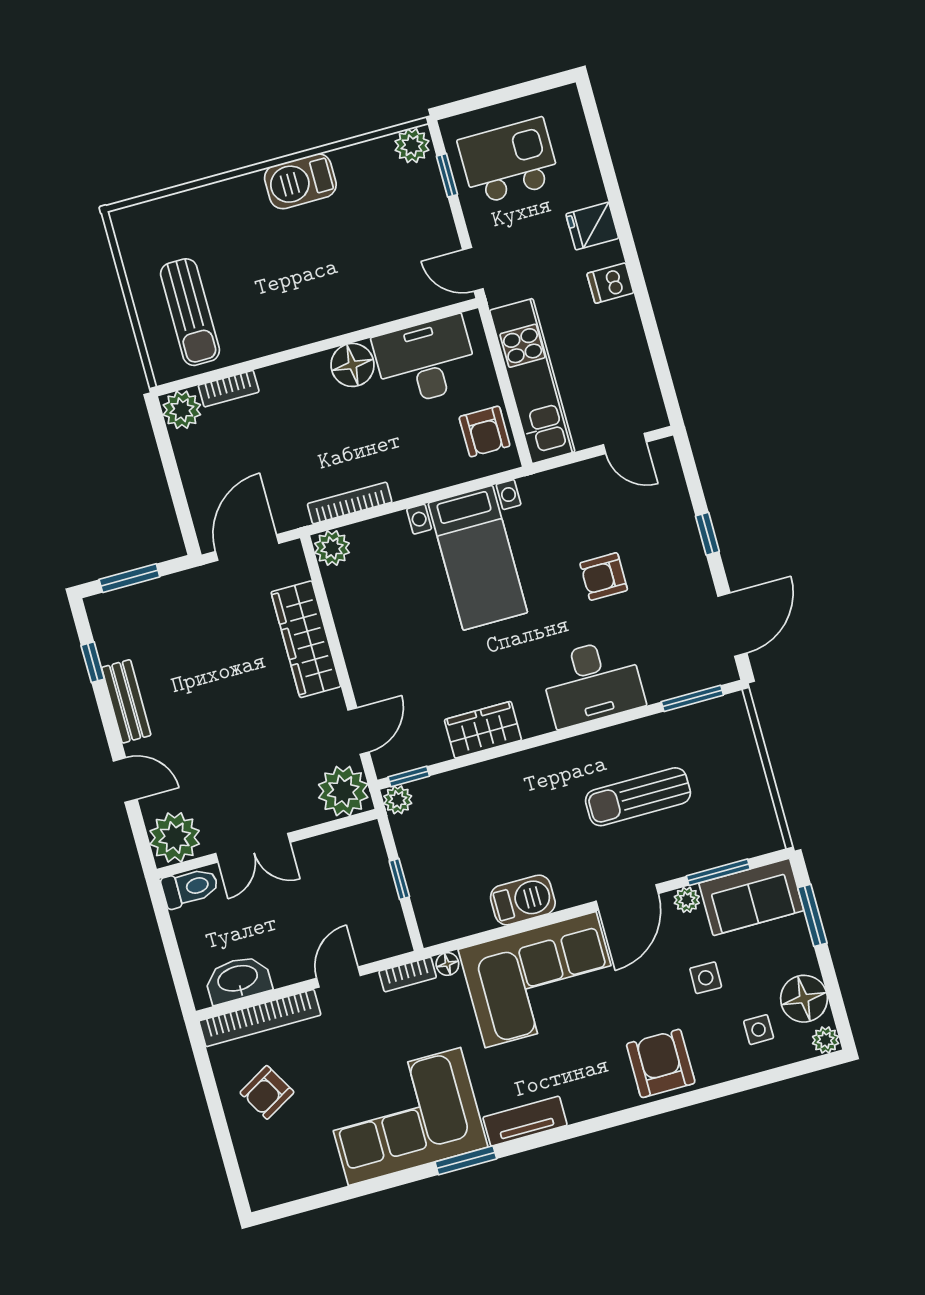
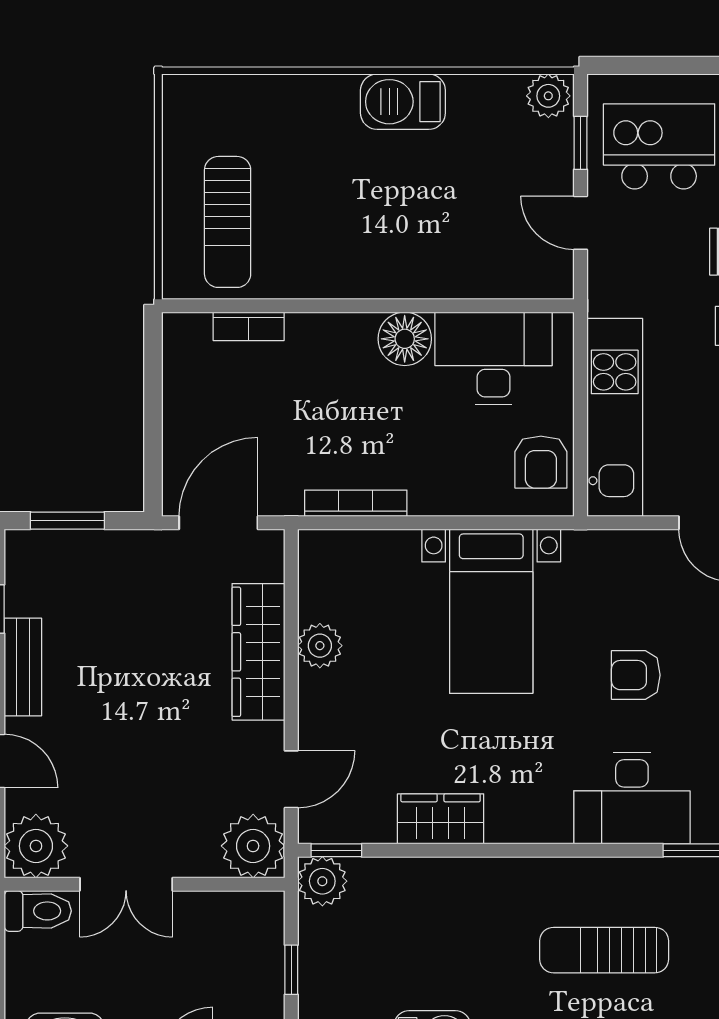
door: (473, 269) -> (580, 223), moved
plant: (182, 410) -> (186, 336), removed
plant: (332, 548) -> (320, 646), moved
desk: (592, 682) -> (632, 798), moved
plant: (398, 800) -> (322, 881), width x1.38, depth x1.38

